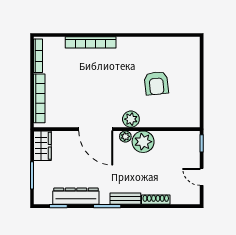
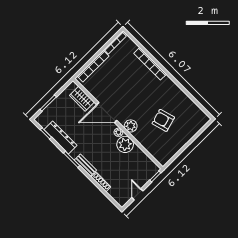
armchair: (156, 83) -> (163, 120), turned 80
door: (96, 129) -> (107, 113), hinge flipped
wardrobe: (42, 146) -> (82, 99), moved, turned 90

